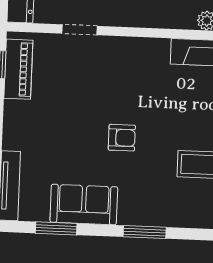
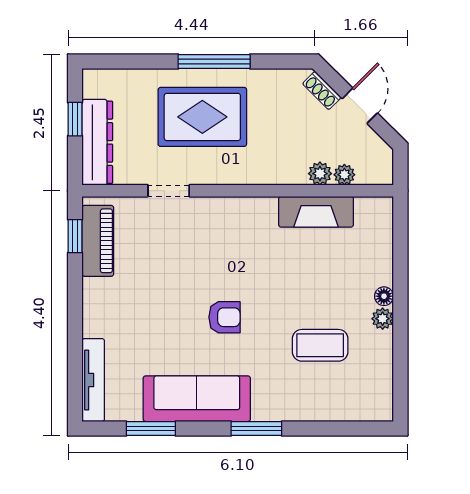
sofa: (84, 205) -> (197, 399), width x1.36

